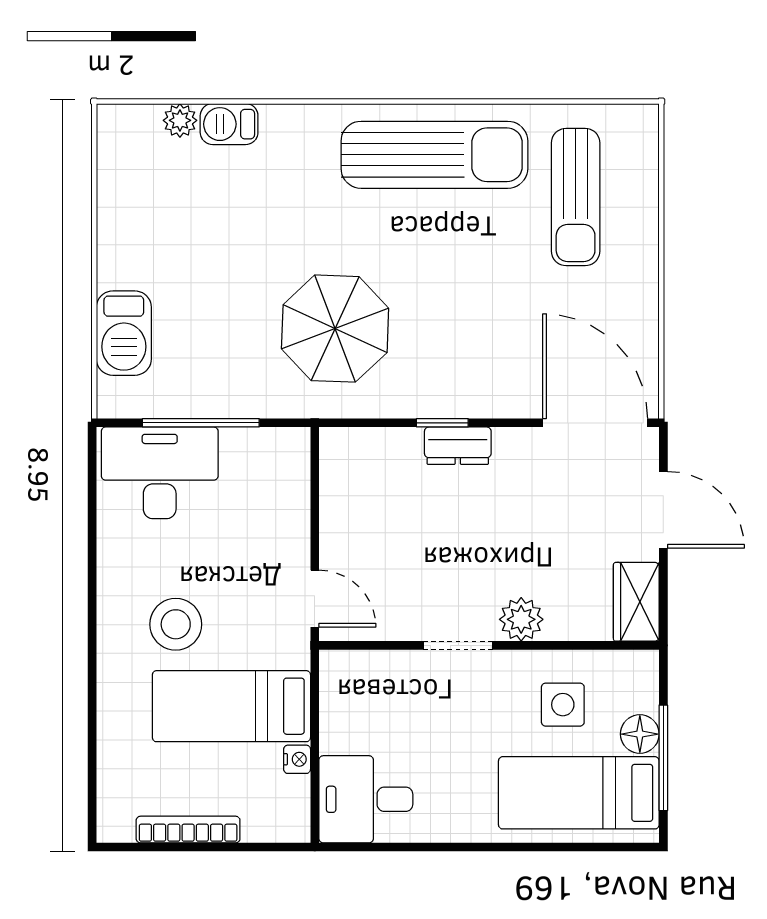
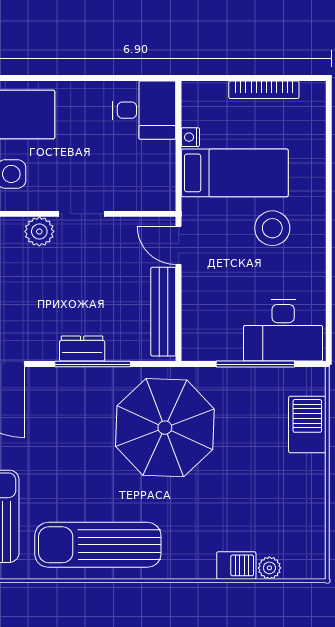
parasol: (335, 329) -> (165, 428), width x1.36, depth x1.36
window: (442, 423) -> (93, 364), width x2.17
bench: (337, 501) -> (163, 312), added

